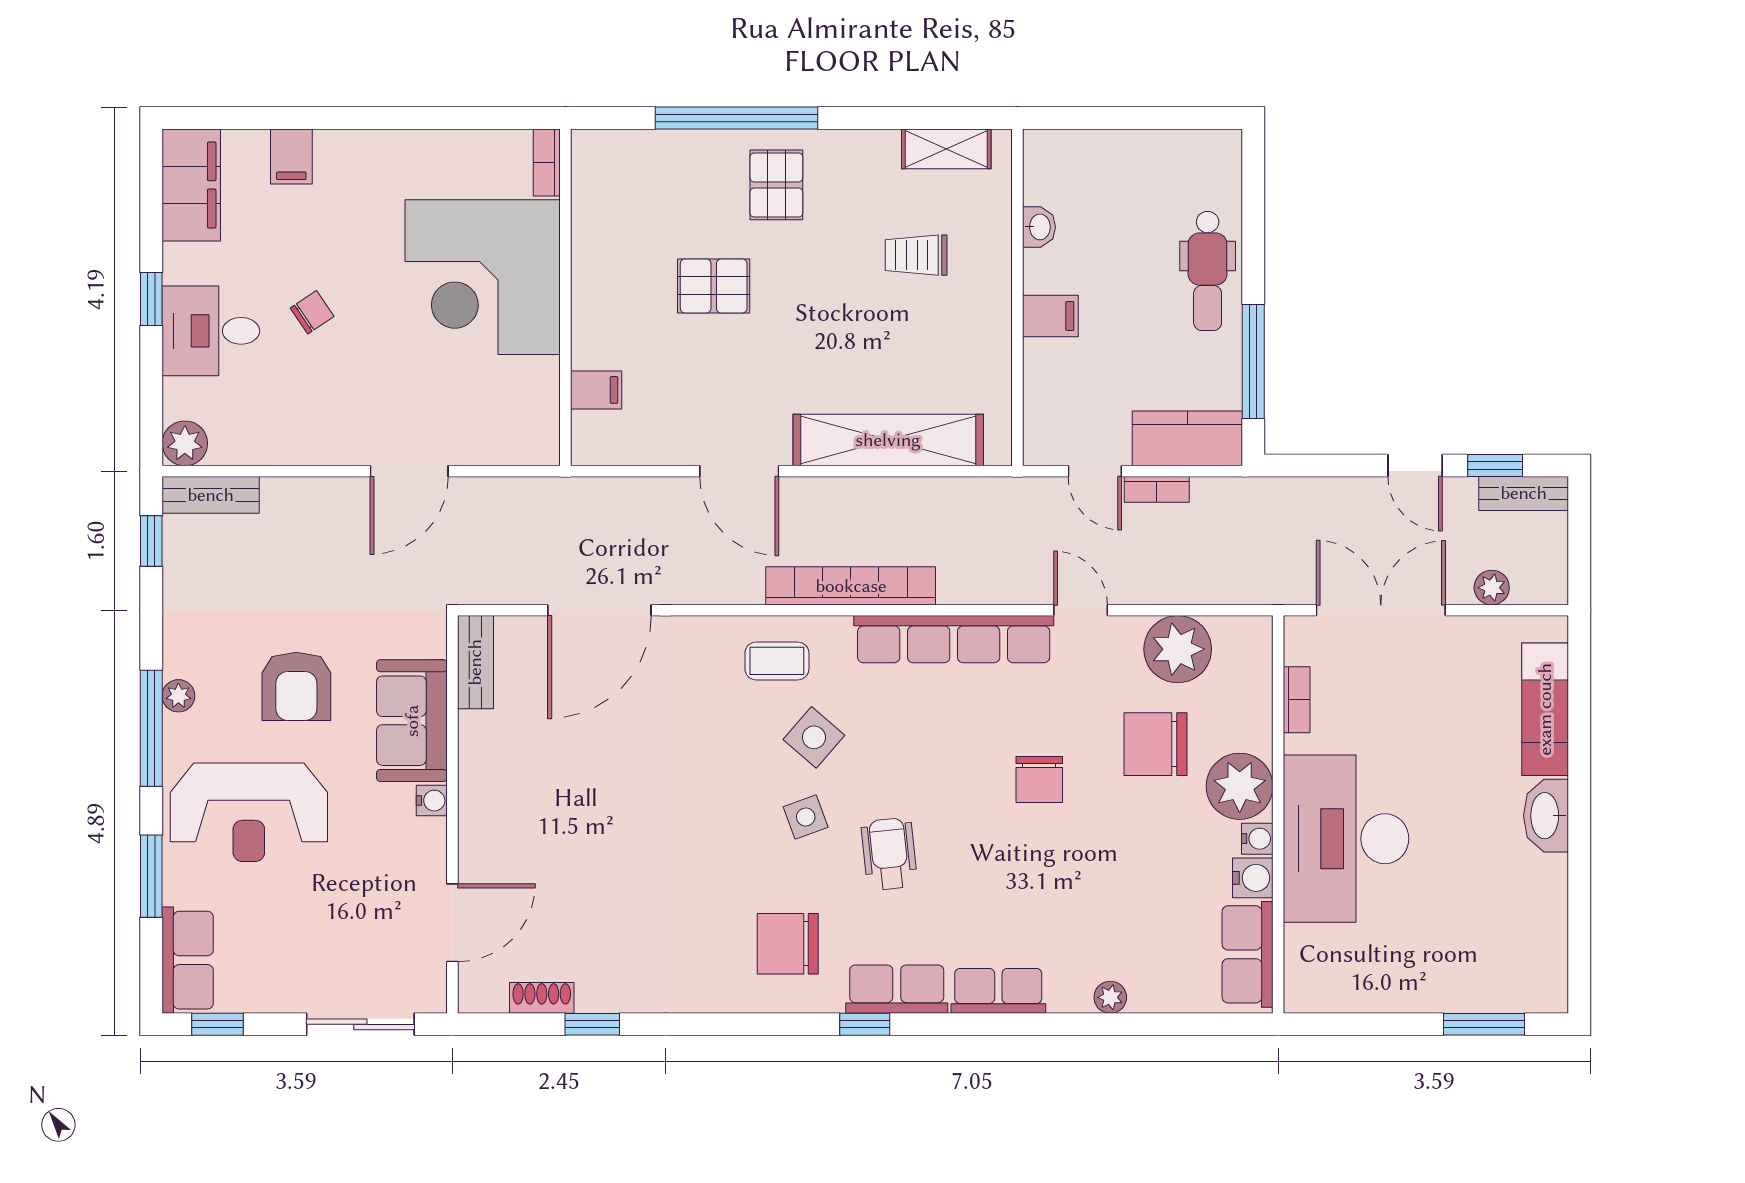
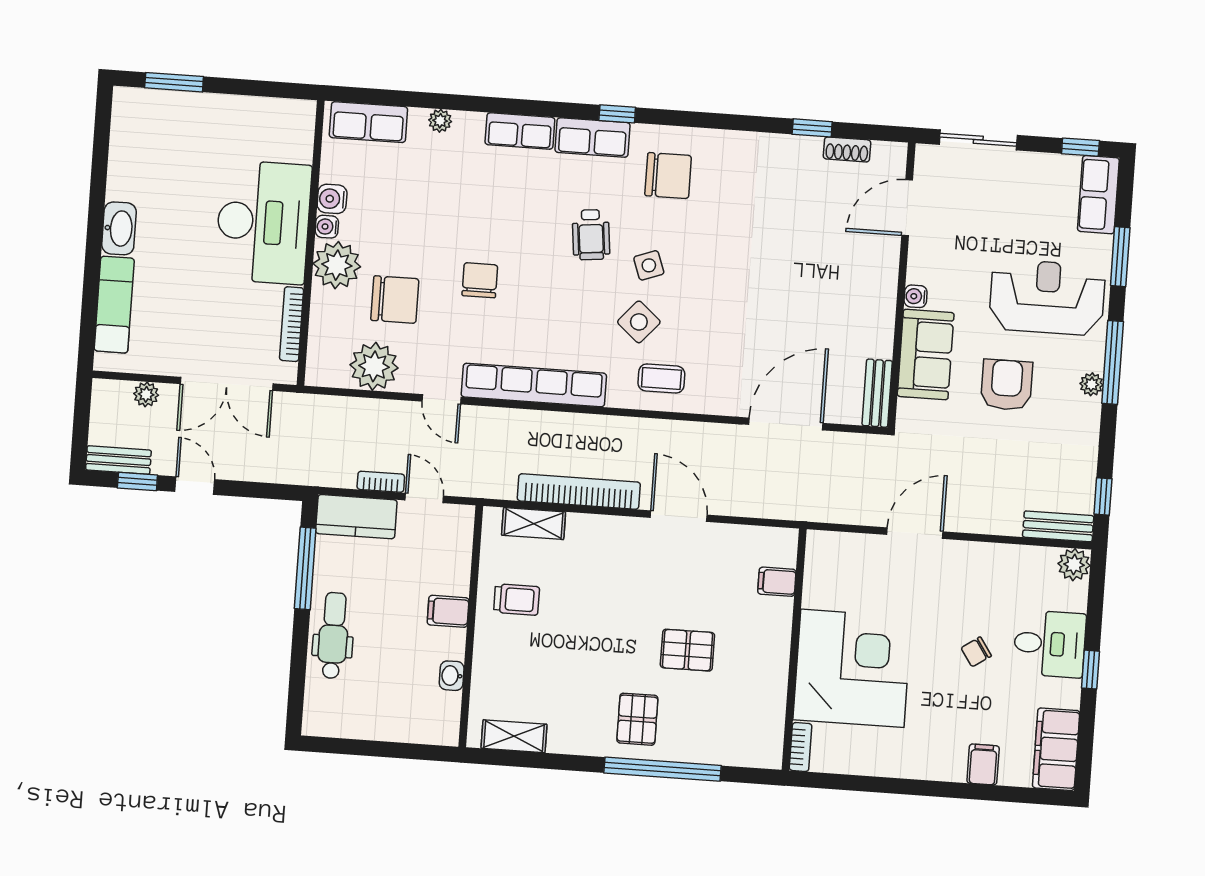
trolley: (916, 255) -> (517, 600), moved
shelving: (888, 440) -> (534, 524), width x0.45, depth x0.75
bookcase: (851, 586) -> (579, 491), moved, turned 180
bookcase: (1297, 700) -> (292, 324), width x1.56
row of seats: (1248, 954) -> (368, 122), moved, turned 90

